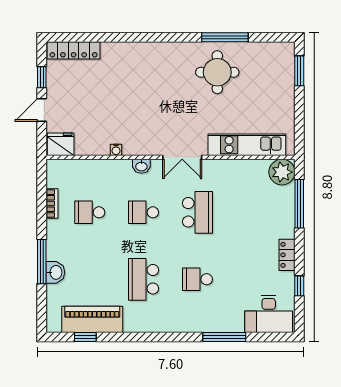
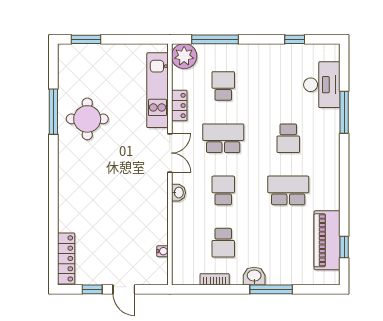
fridge: (61, 144) -> (157, 271), removed
water cooler: (116, 150) -> (163, 251), moved
school desk: (144, 212) -> (223, 190), turned 180
school desk: (251, 212) -> (223, 86), added
locker: (287, 255) -> (179, 105), moved, turned -90
washbasin: (55, 272) -> (254, 276), moved
school desk: (144, 279) -> (288, 190), turned 180
desk: (269, 314) -> (322, 85), moved

